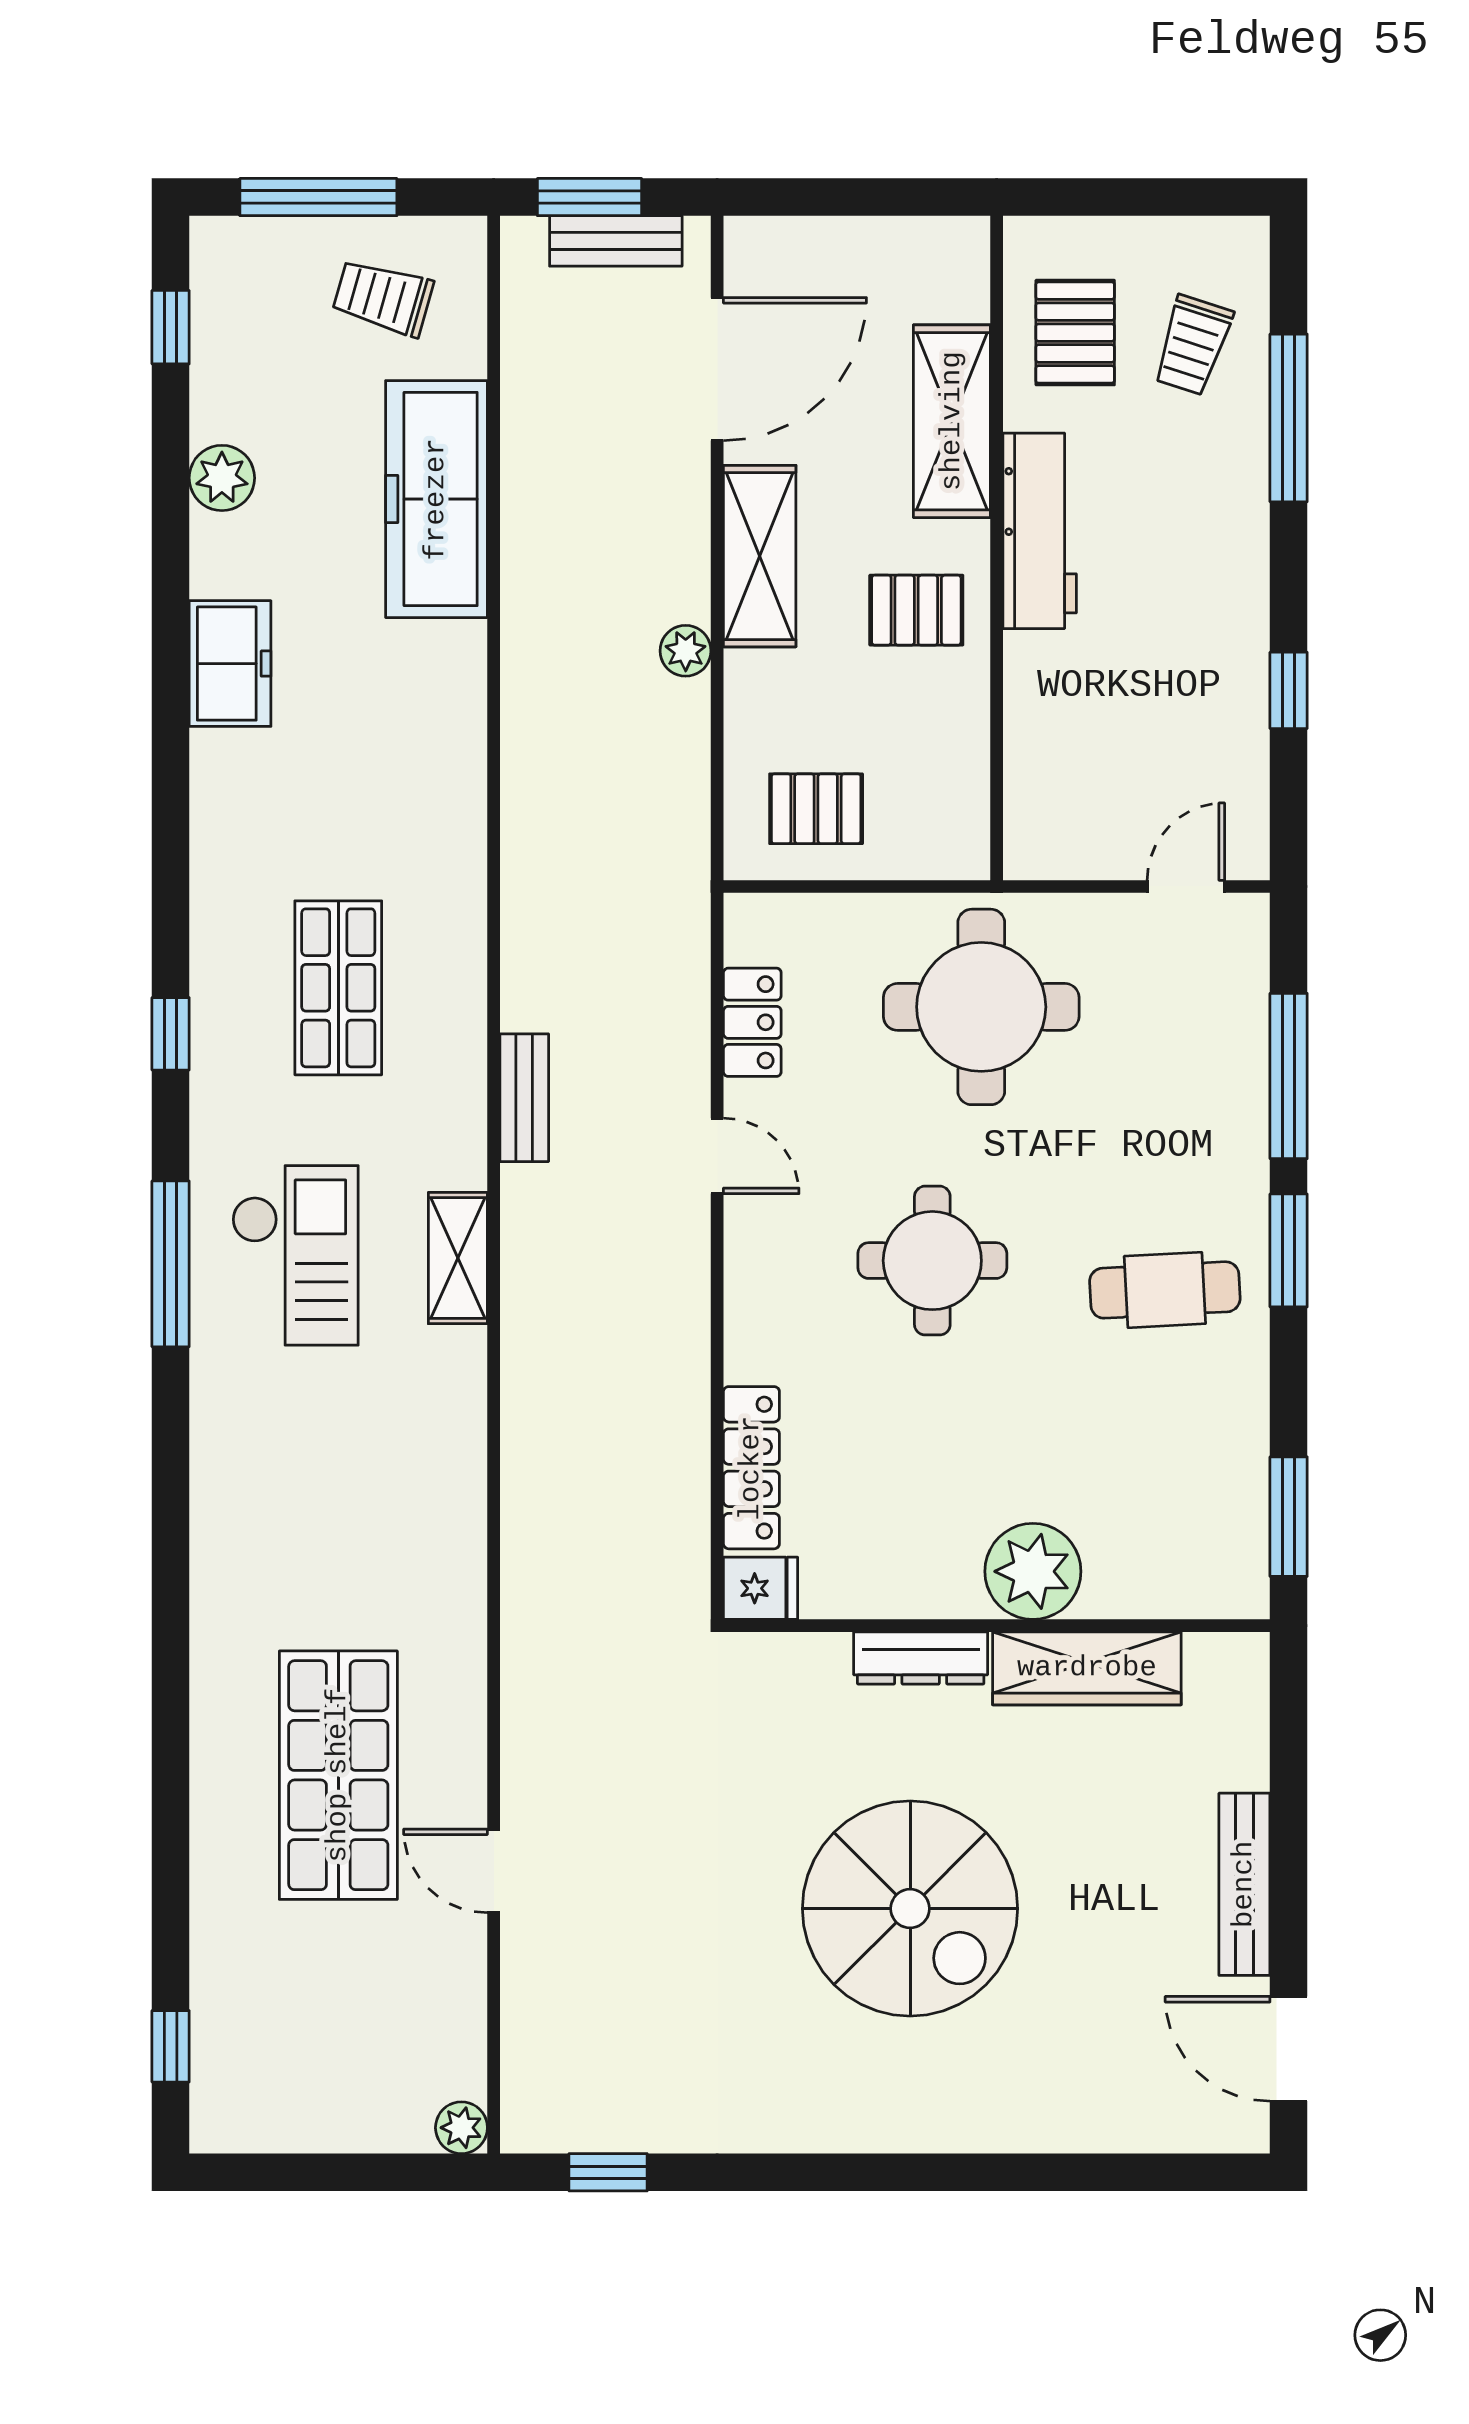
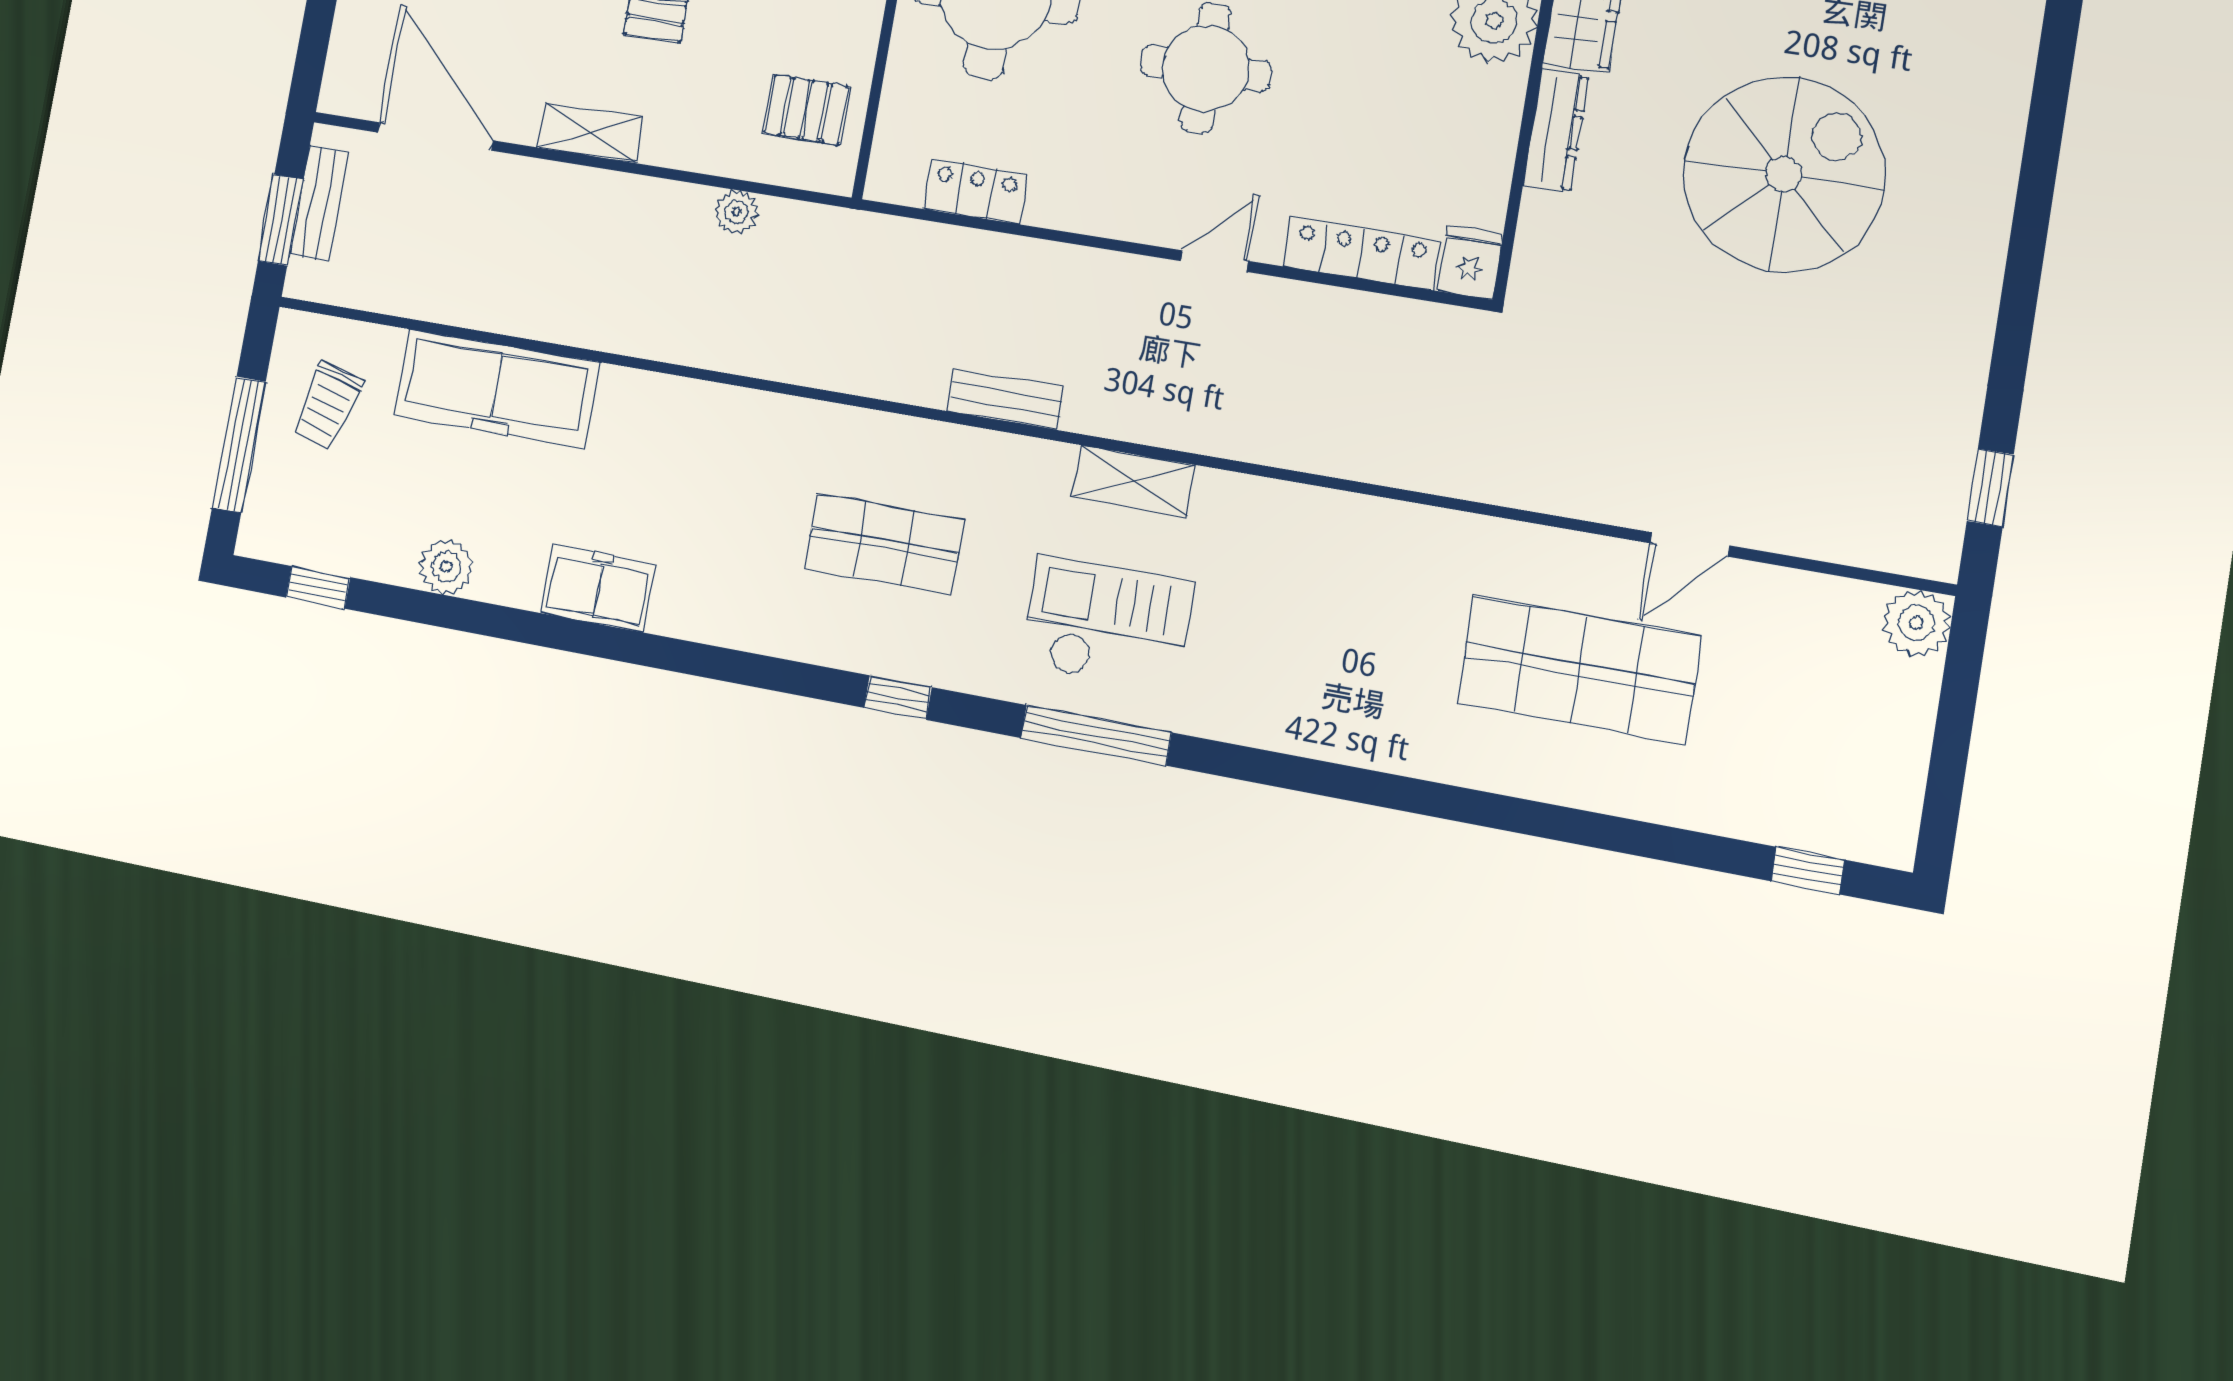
shelving: (760, 556) -> (590, 132), width x0.67, depth x0.75
plant: (686, 651) -> (736, 212), moved
pallet: (816, 809) -> (806, 110), turned 90
door: (717, 1156) -> (1214, 261), moved
plant: (461, 2128) -> (1916, 623), width x1.38, depth x1.38

